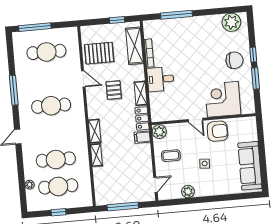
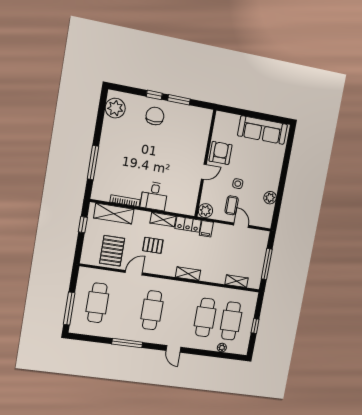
corner desk: (223, 99) -> (191, 139), removed
shelving: (96, 155) -> (237, 281), moved
side table: (205, 164) -> (238, 184), moved
door: (155, 185) -> (241, 225), moved

